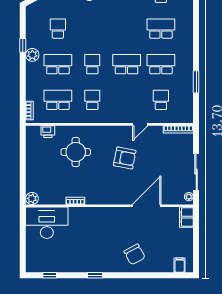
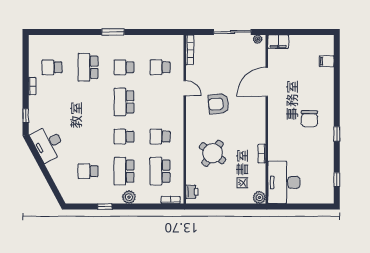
plant: (32, 55) -> (129, 197), moved
school desk: (161, 64) -> (124, 67), width x0.54
window: (196, 82) -> (113, 32), moved
printer: (48, 132) -> (192, 192), moved
round table: (76, 152) -> (213, 153), turned 36
armchair: (125, 158) -> (219, 104), turned -106
door: (147, 206) -> (267, 82), hinge flipped
chair: (135, 254) -> (309, 119), moved, turned 118
filing cabinet: (180, 265) -> (327, 61), moved

